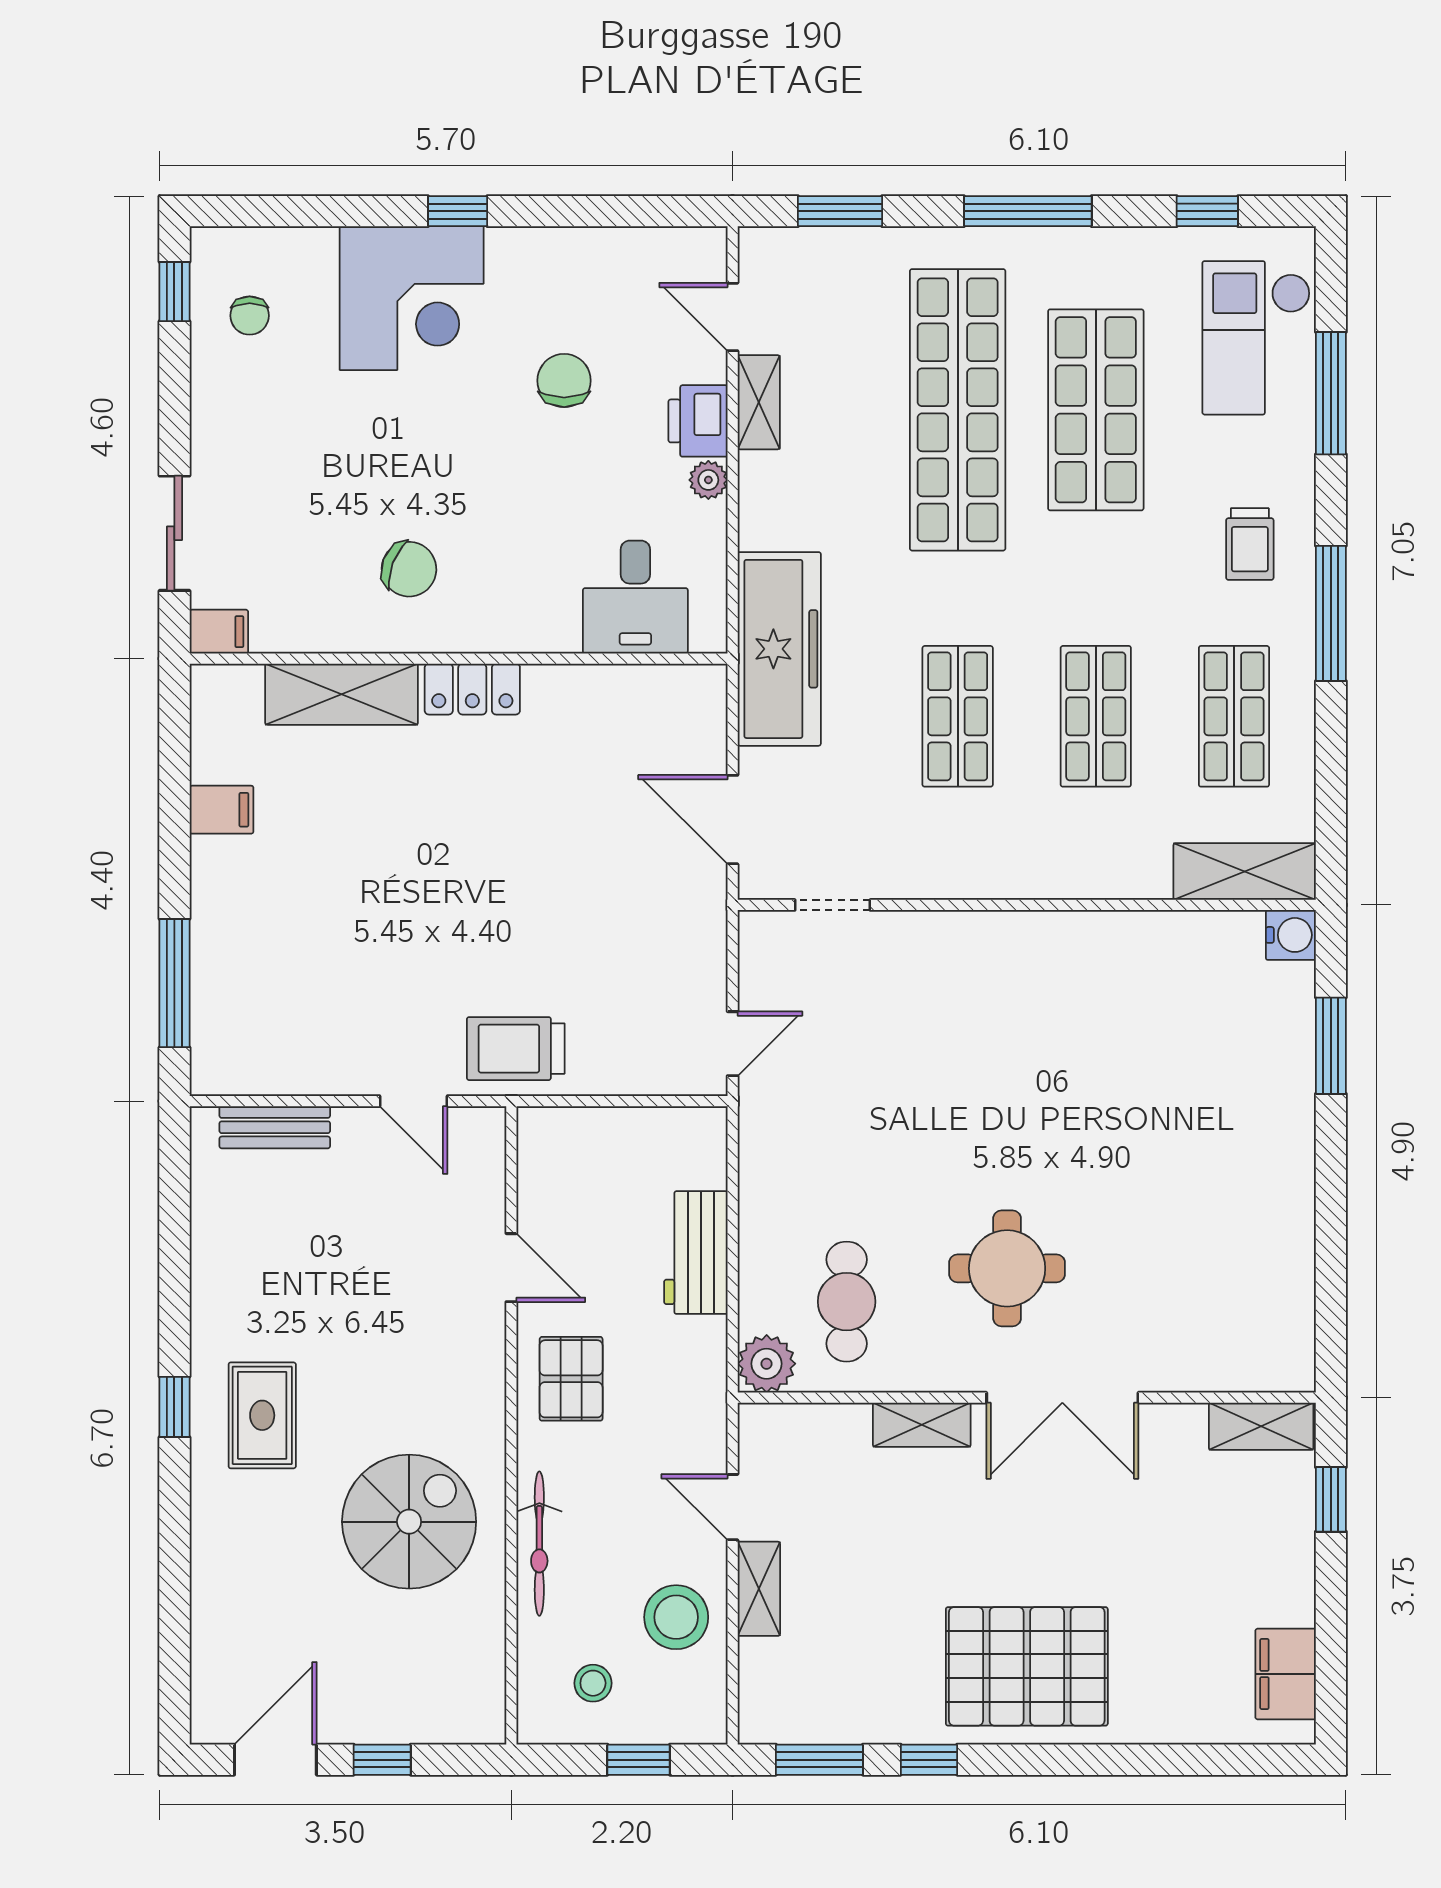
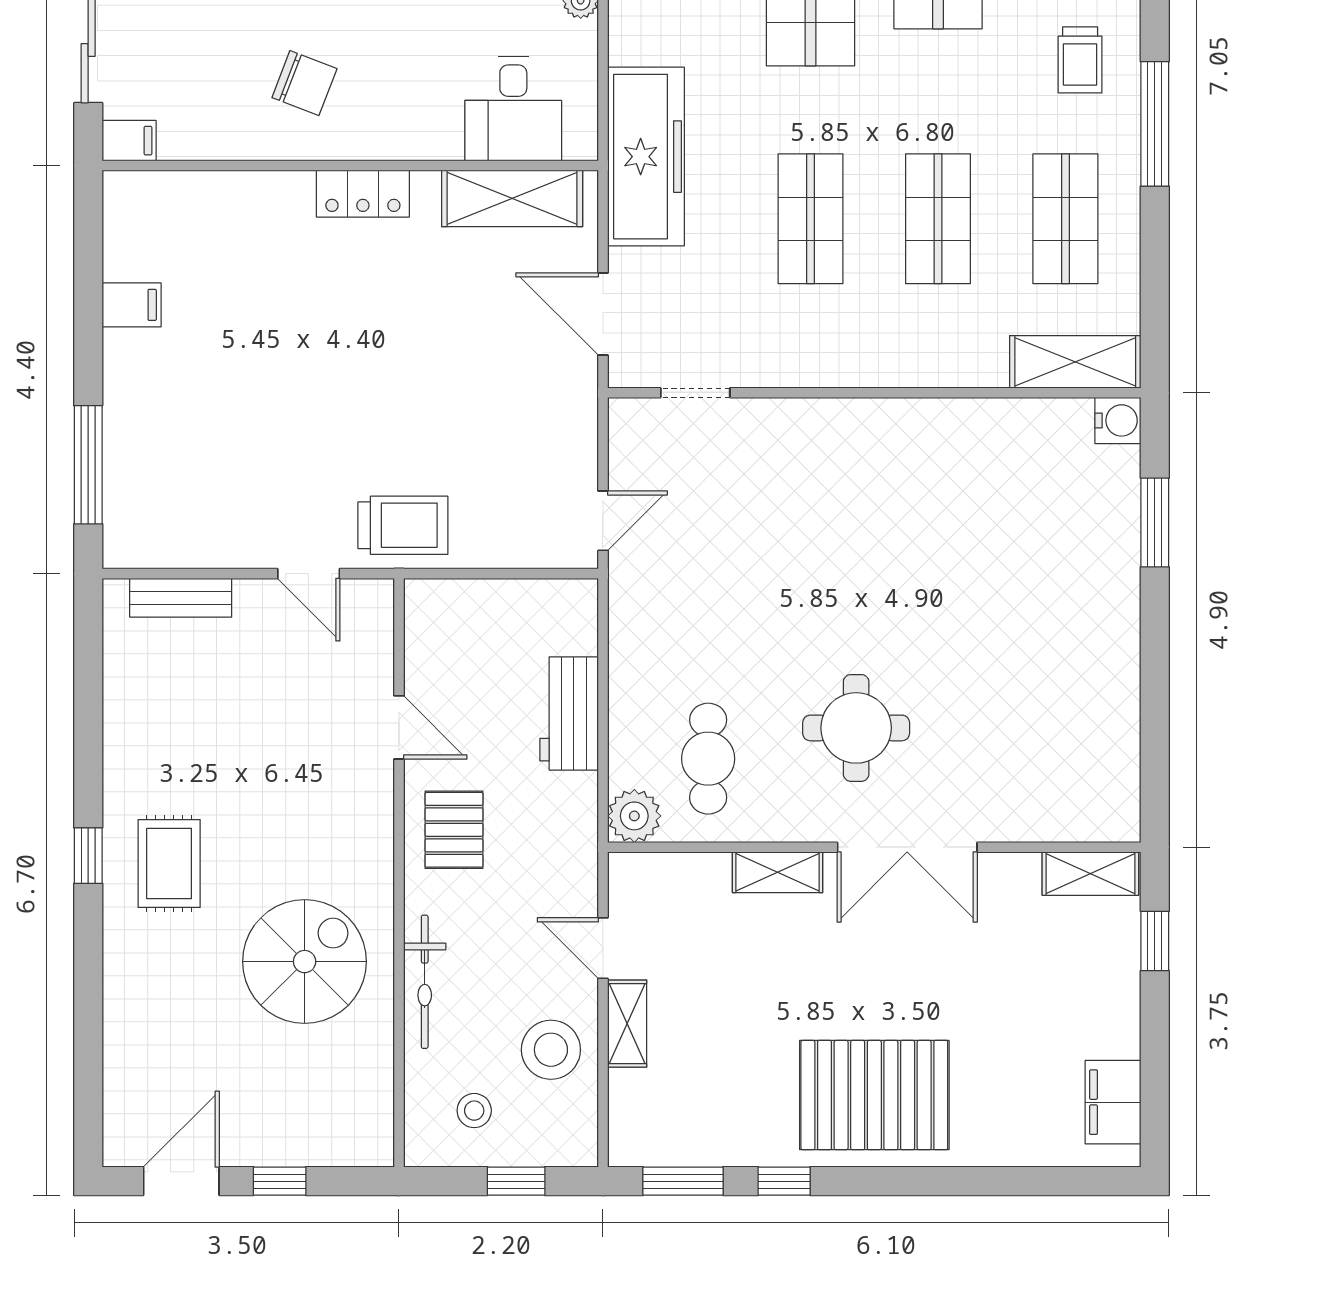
shelving: (342, 694) -> (512, 198), moved
trolley: (516, 1049) -> (403, 525), turned 180

